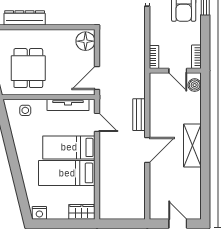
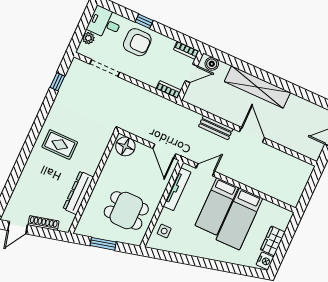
shelving: (192, 146) -> (257, 87), width x1.47
wardrobe: (82, 212) -> (273, 241), moved

